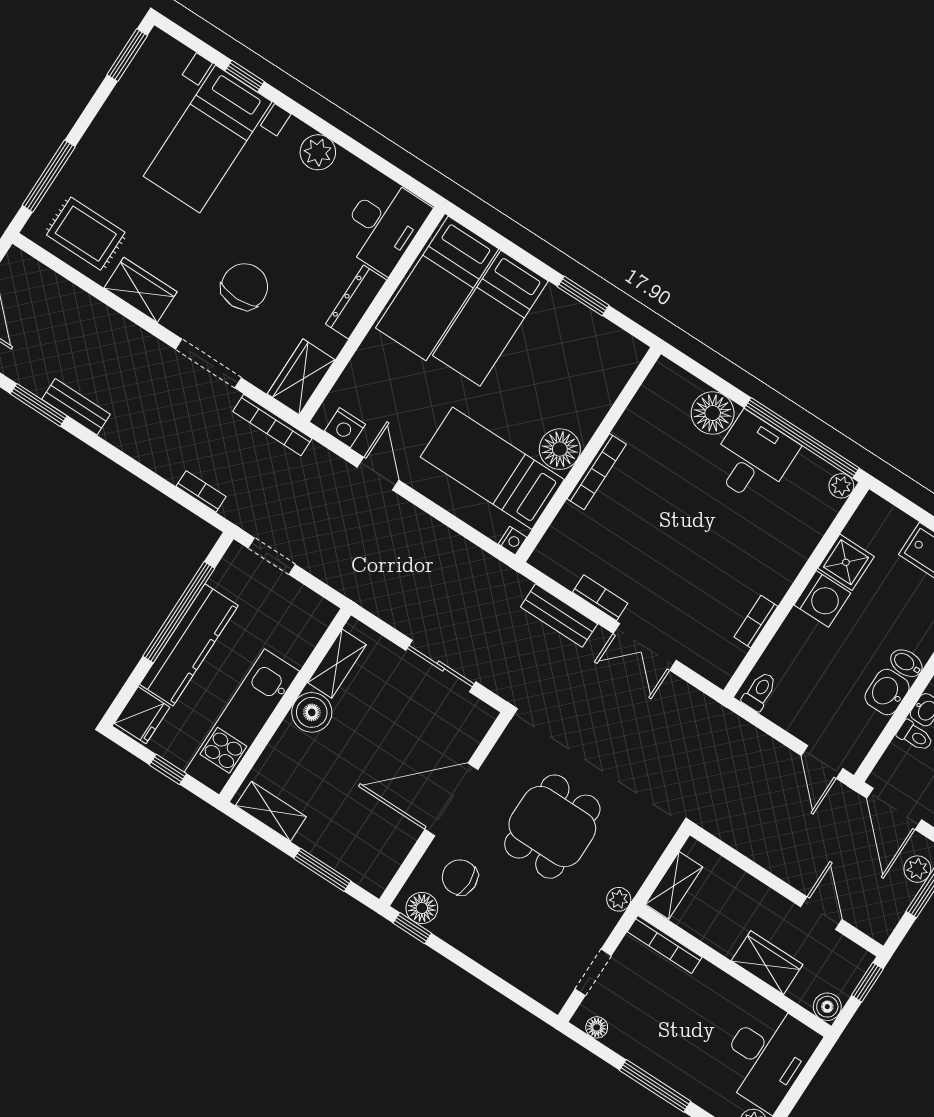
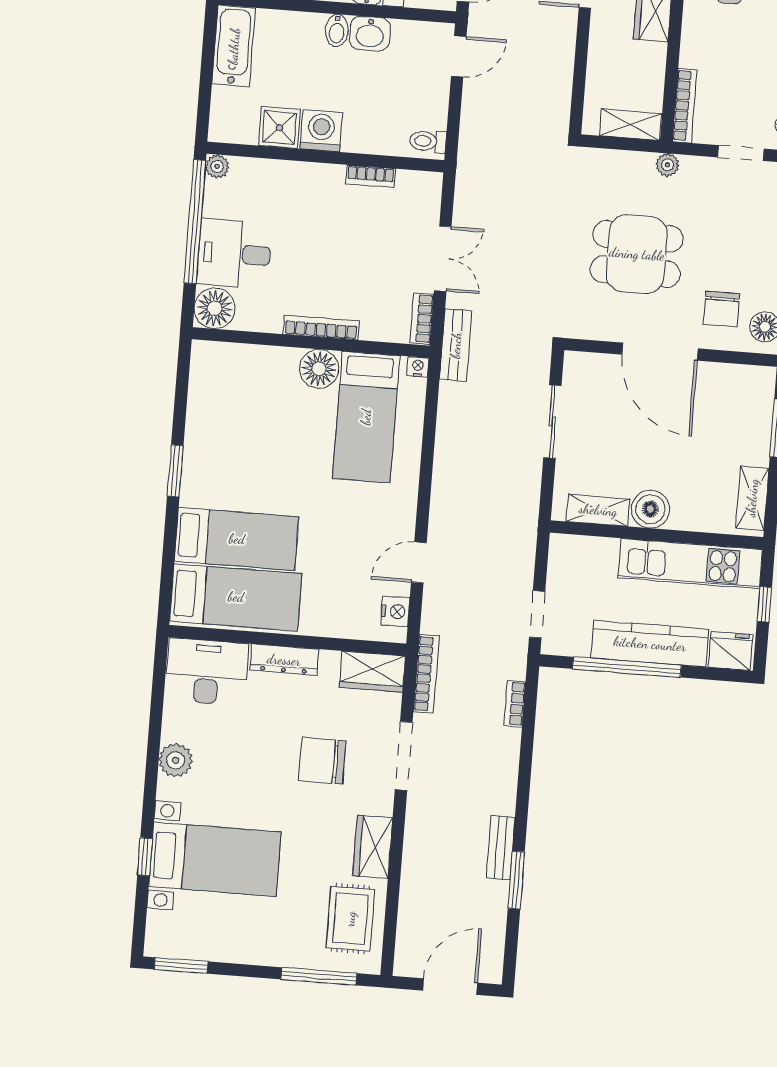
floor lamp: (560, 449) -> (319, 369), moved
wall: (588, 455) -> (311, 342), moved
bed: (492, 468) -> (366, 417), moved
bookcase: (597, 472) -> (321, 328), moved
nightstand: (513, 541) -> (418, 367), moved

